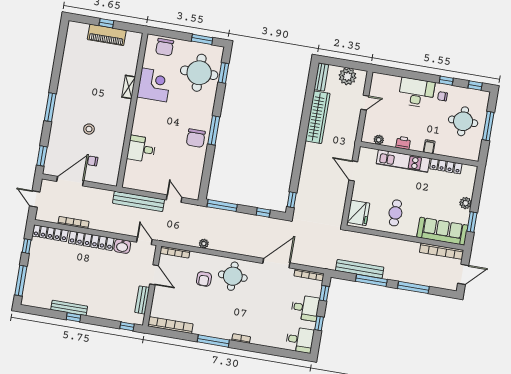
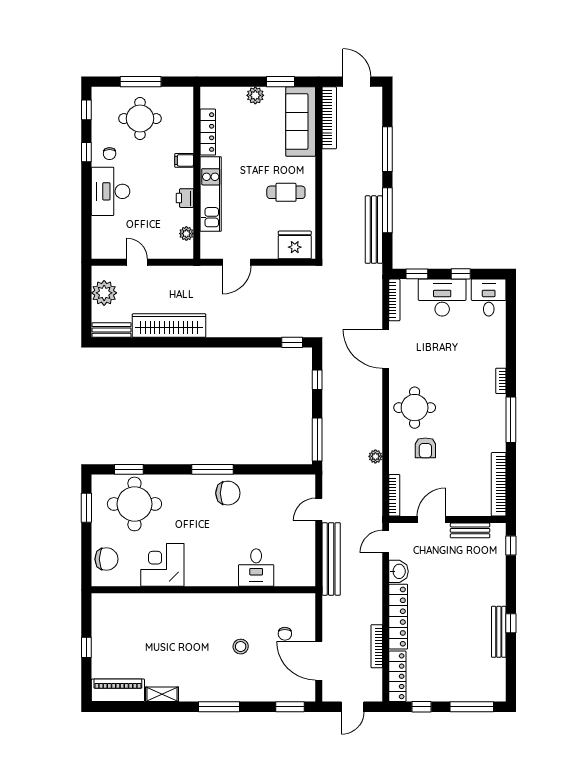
piano: (107, 35) -> (118, 690), moved, turned -90
shelving: (129, 87) -> (162, 694), moved
armchair: (204, 279) -> (425, 448), turned 90
desk: (305, 308) -> (442, 298), width x1.37

